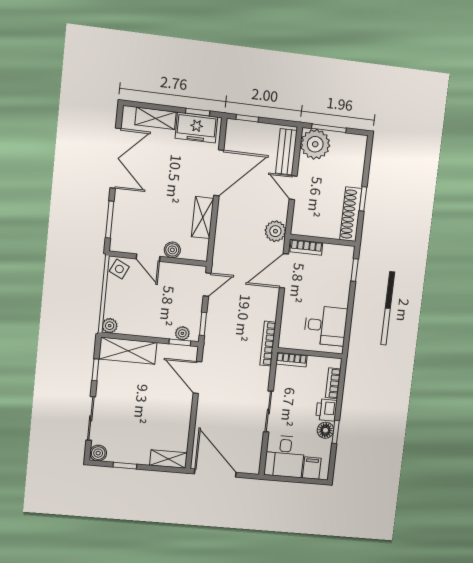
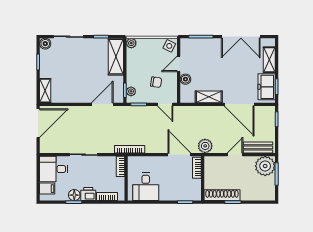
chair: (172, 294) -> (156, 82), added

